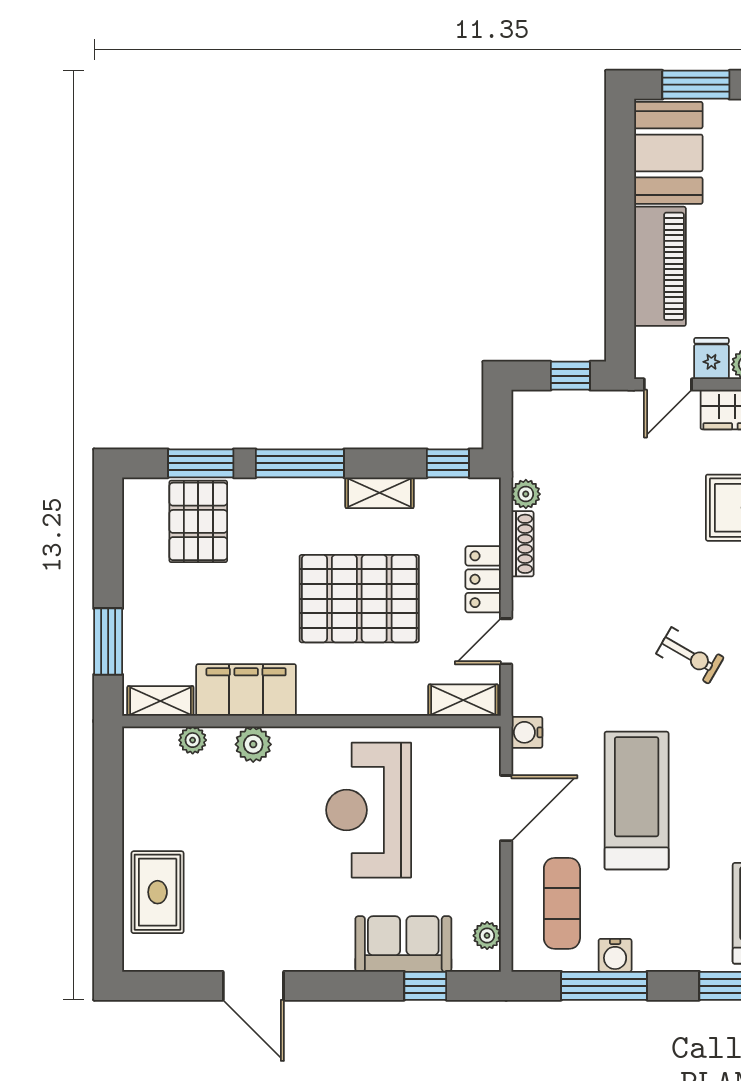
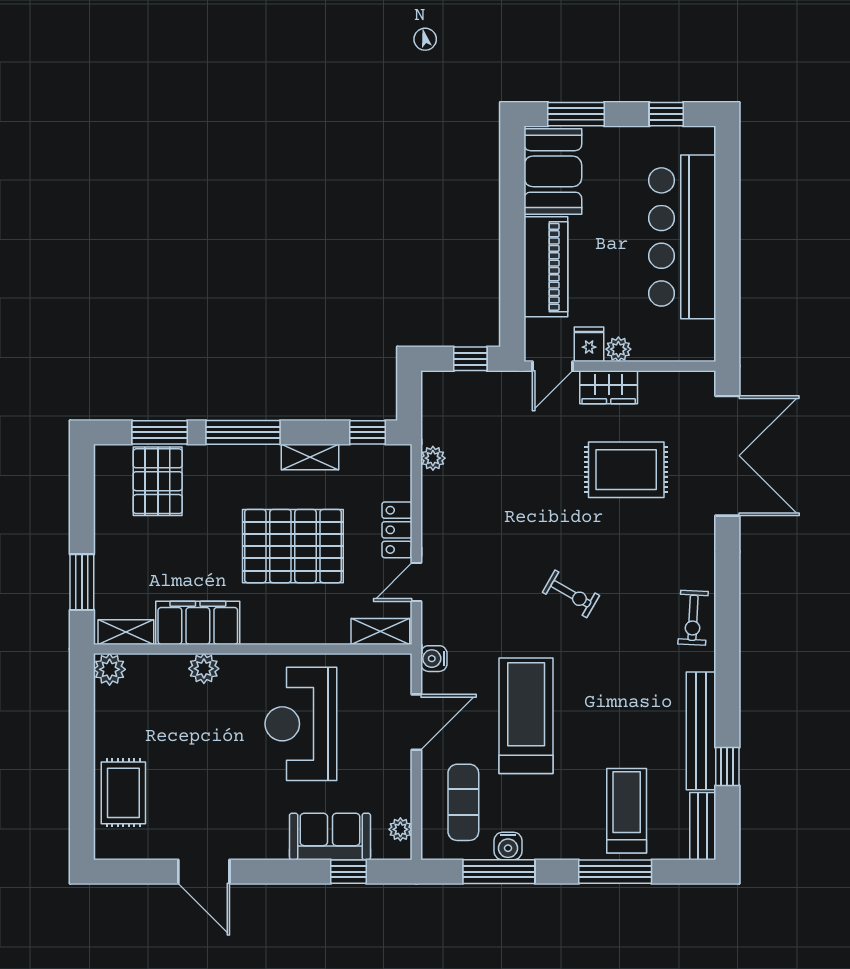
shoe rack: (522, 544) -> (430, 500), removed
plant: (193, 740) -> (110, 669), moved, width x1.38, depth x1.38

